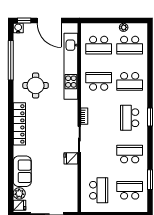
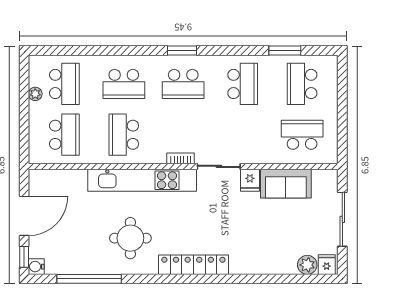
kitchen unit: (71, 66) -> (142, 180), moved
school desk: (130, 81) -> (124, 84), turned 90
school desk: (130, 154) -> (243, 84), turned 180
sofa: (22, 171) -> (286, 184), moved, turned 180

